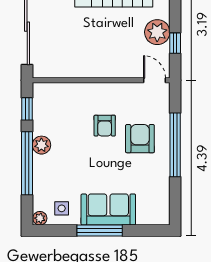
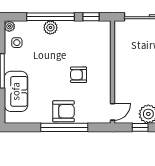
armchair: (140, 139) -> (63, 111), moved
plant: (41, 145) -> (50, 28), moved
sofa: (108, 210) -> (16, 91), moved

